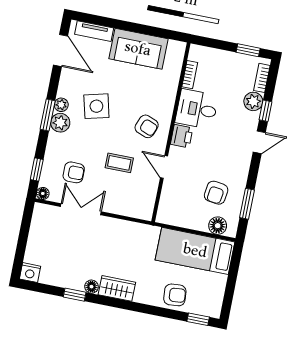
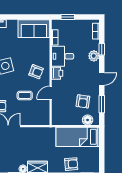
sofa: (138, 49) -> (34, 29), moved
window: (248, 50) -> (68, 17), moved
plant: (253, 101) -> (94, 56), moved
door: (259, 142) -> (102, 79), moved
door: (164, 167) -> (51, 93), hinge flipped

